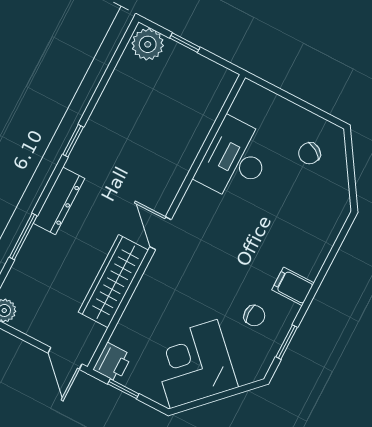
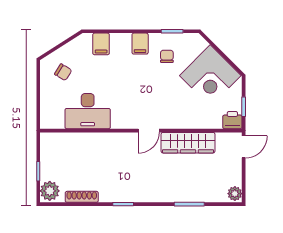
shoe rack: (115, 86) -> (82, 197), added
dresser: (59, 201) -> (160, 195), removed
filing cabinet: (322, 230) -> (101, 44), added

